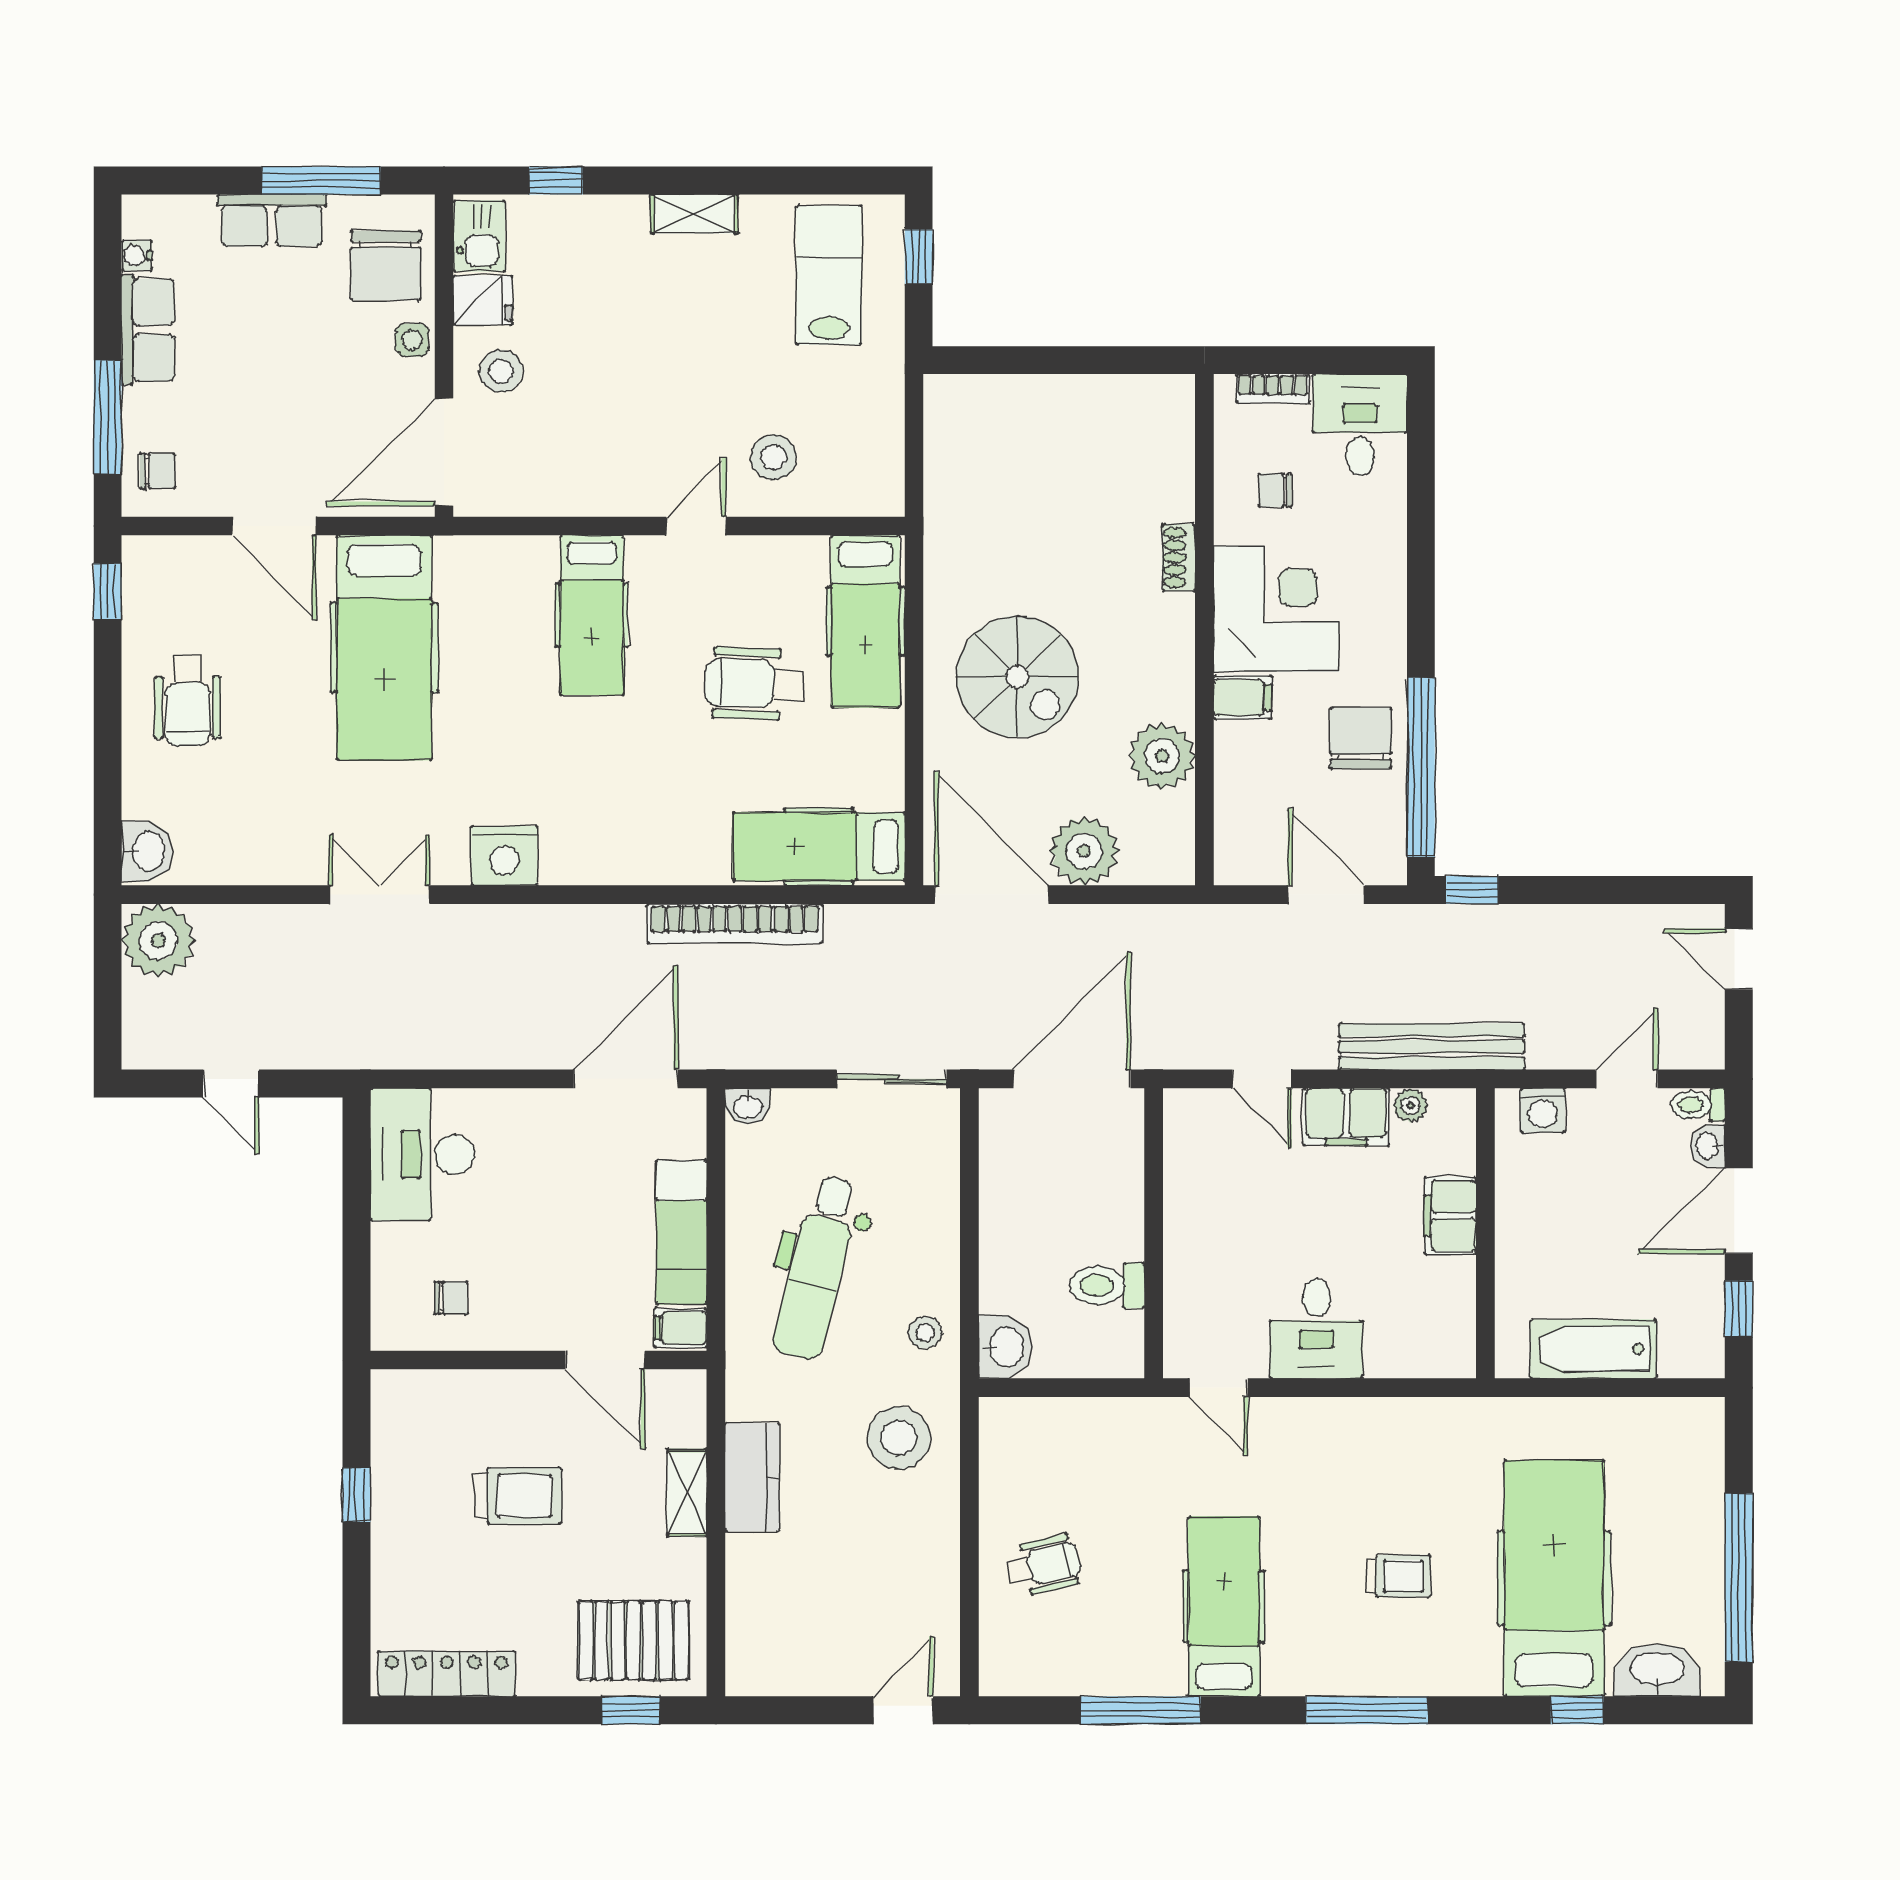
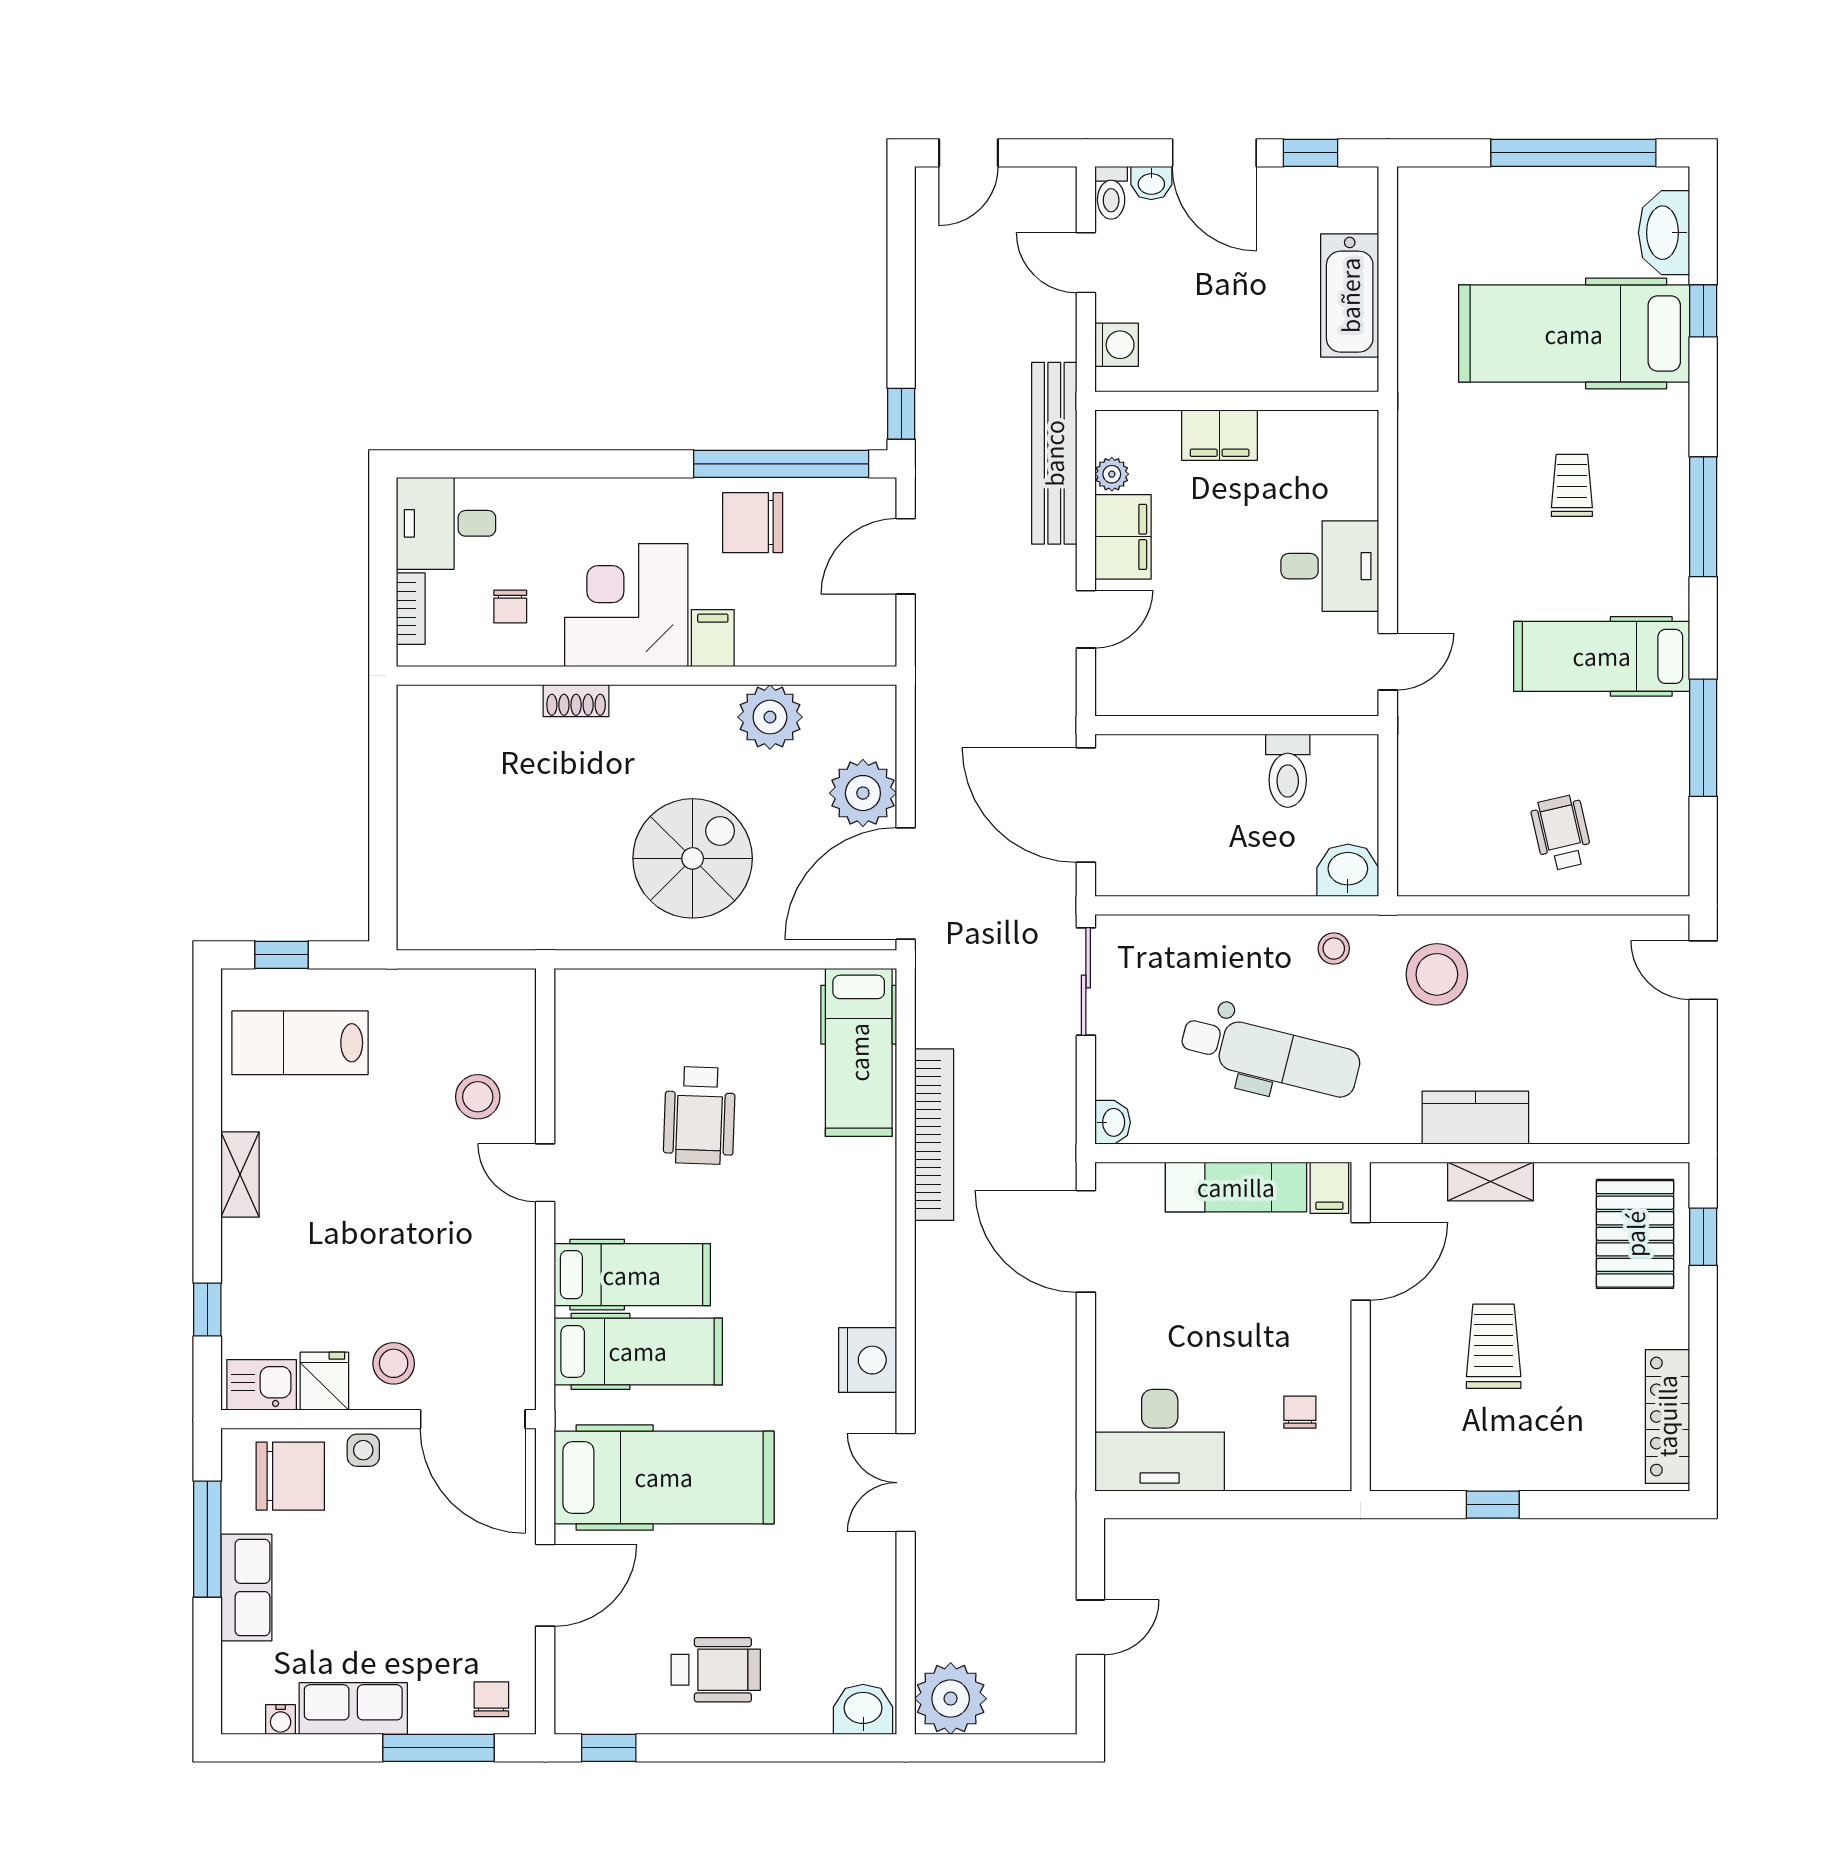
hospital bed: (865, 621) -> (638, 1351), moved

